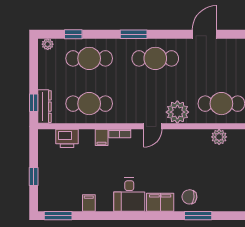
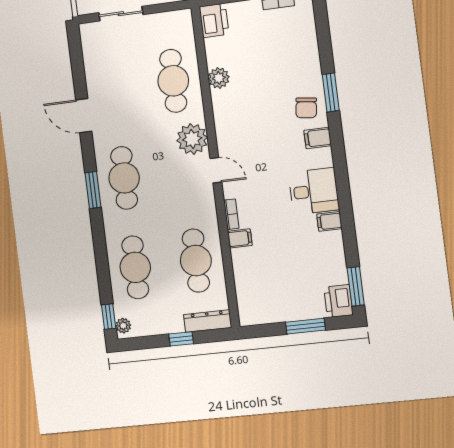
window: (73, 34) -> (109, 317), moved
window: (134, 34) -> (93, 190), moved
window: (34, 103) -> (181, 339), moved
printer: (67, 138) -> (338, 301), moved, turned 180
window: (34, 177) -> (306, 326), width x1.50
filing cabinet: (160, 202) -> (318, 138), width x0.50
filing cabinet: (89, 203) -> (329, 221), moved

